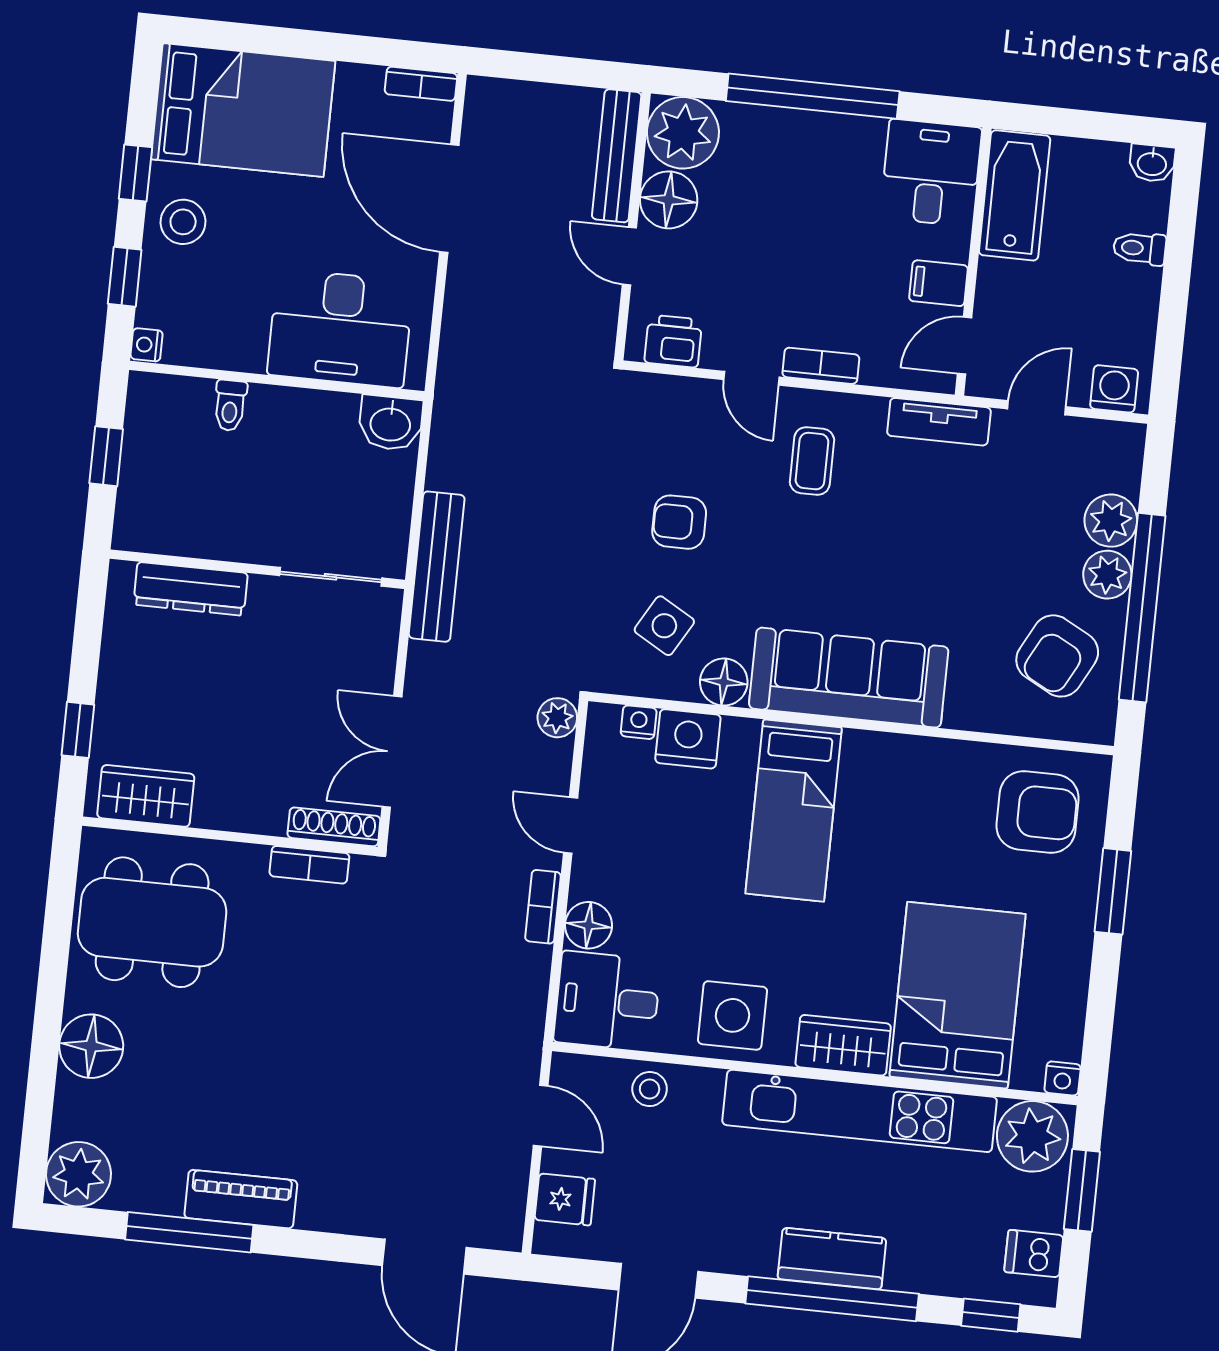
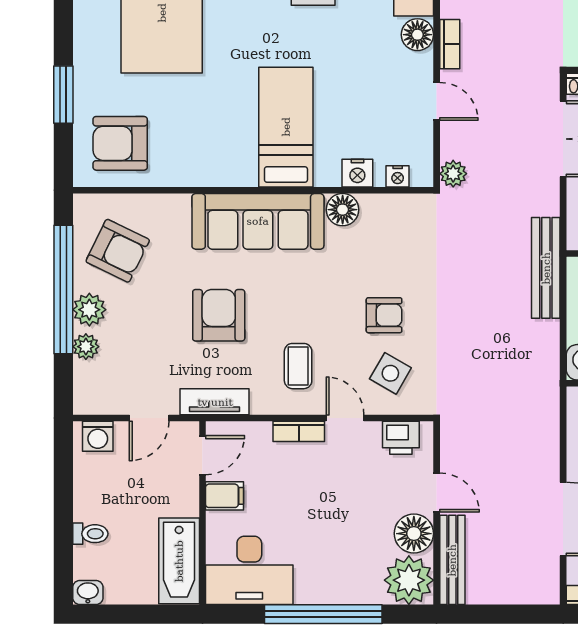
desk: (931, 173) -> (249, 570), width x1.37
plant: (1111, 521) -> (86, 347), width x0.73, depth x0.73
armchair: (920, 547) -> (219, 315), added
side table: (664, 626) -> (390, 373), moved
armchair: (1057, 656) -> (118, 251), turned 88
nightstand: (688, 739) -> (357, 173), width x0.74, depth x0.75

